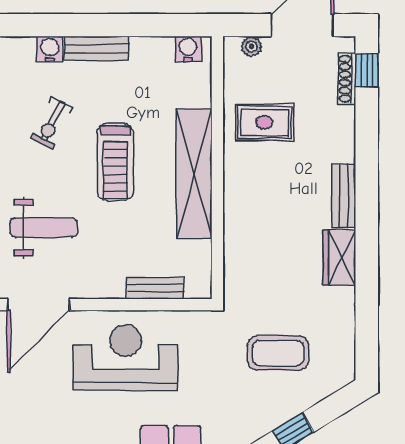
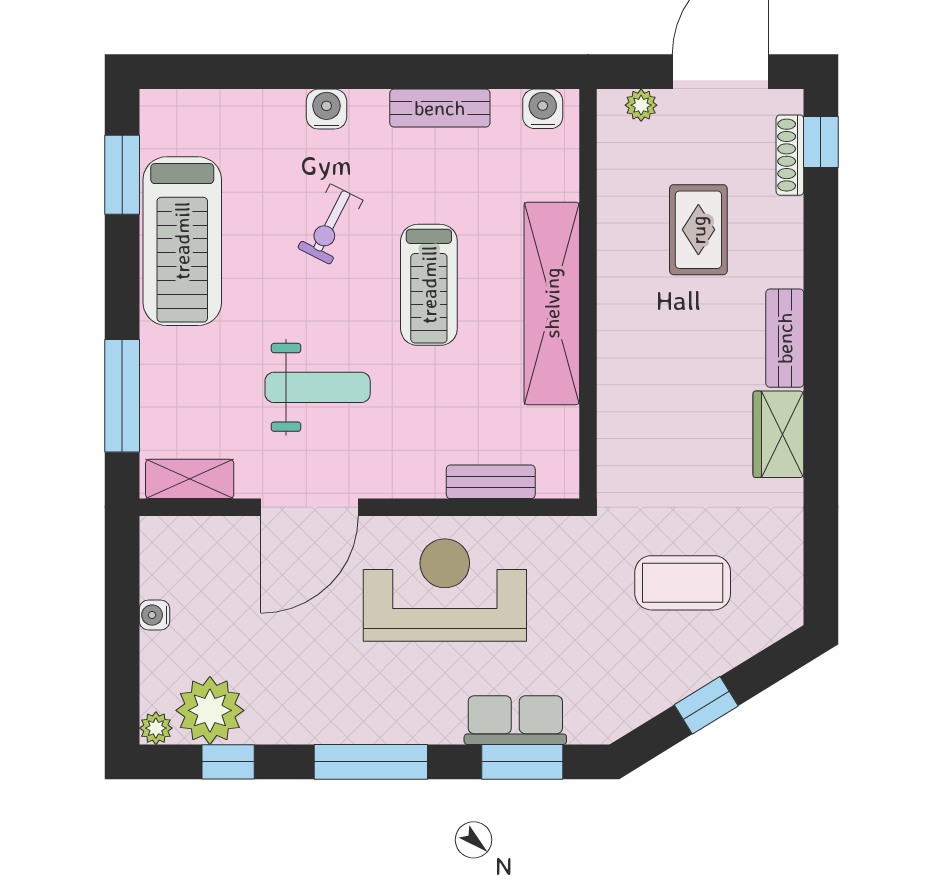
bench: (97, 48) -> (440, 108), moved
rug: (264, 122) -> (698, 230), moved, turned 90

